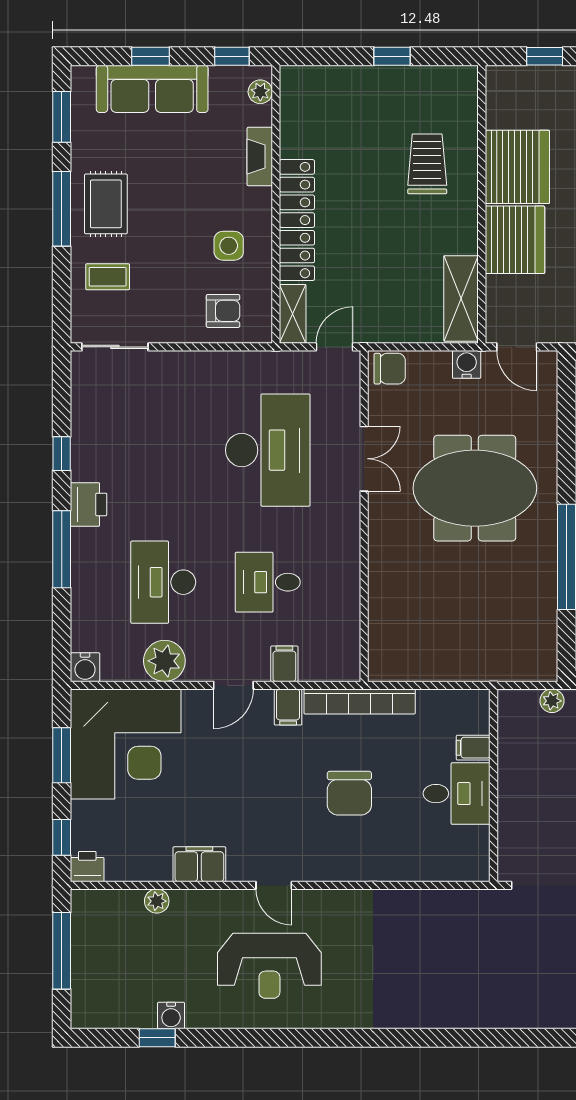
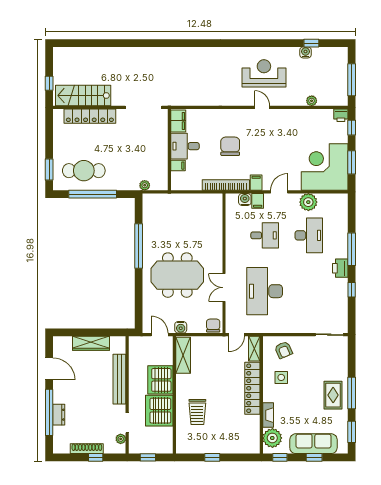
plant: (260, 92) -> (272, 438), width x1.87, depth x1.87
coffee table: (108, 277) -> (332, 364), removed
armchair: (223, 311) -> (284, 350), turned -113
chair: (390, 369) -> (213, 326), turned 90
water cooler: (85, 667) -> (245, 199), moved
filing cabinet: (199, 864) -> (178, 121), moved, turned -90

